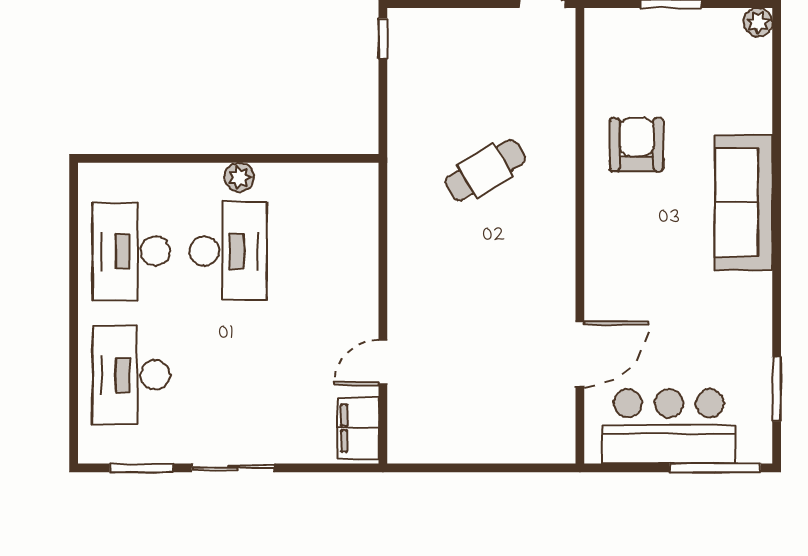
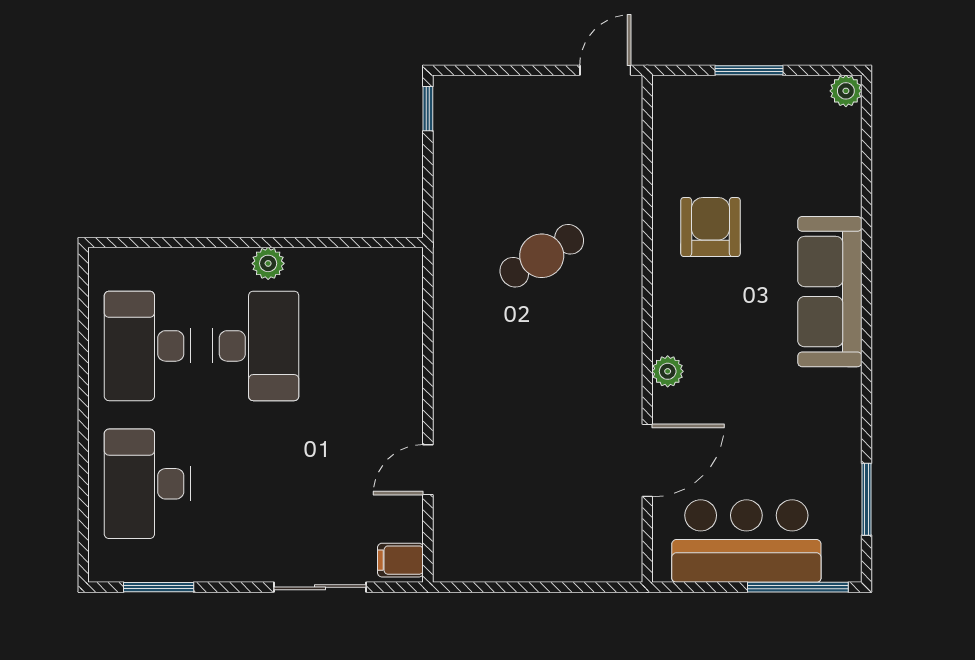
plant: (598, 274) -> (668, 371), added
filing cabinet: (358, 428) -> (400, 560), width x0.50
sliding door: (233, 468) -> (320, 587), moved

